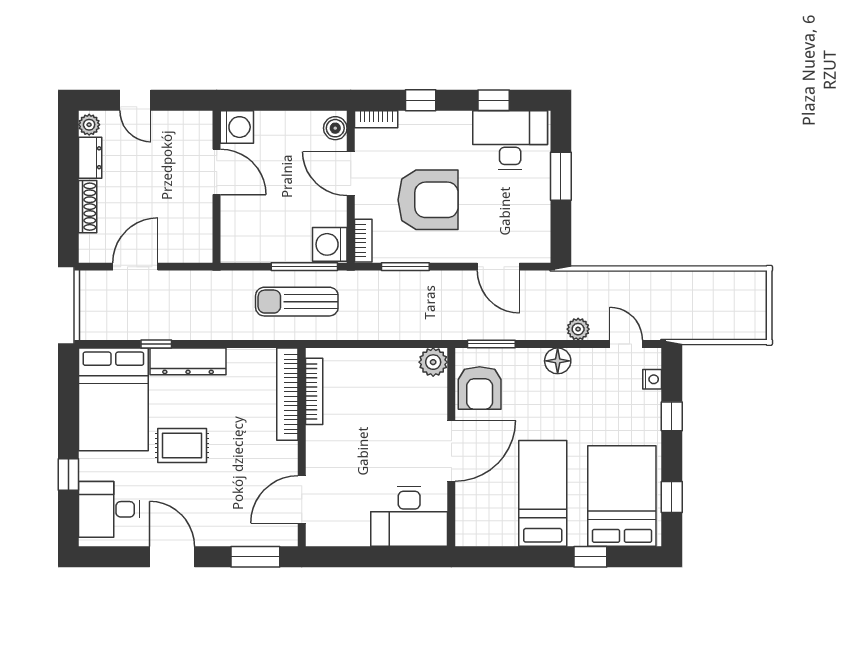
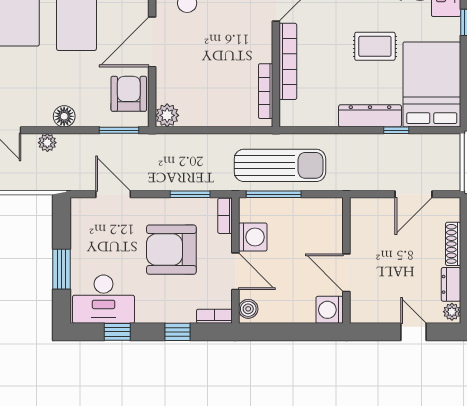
washing machine: (330, 244) -> (253, 237), moved
sun lounger: (297, 302) -> (280, 165), width x1.36, depth x1.34
bookcase: (287, 394) -> (288, 61), moved

